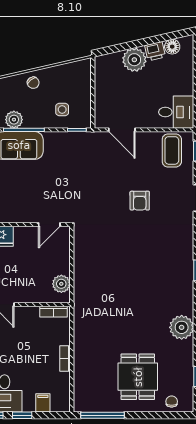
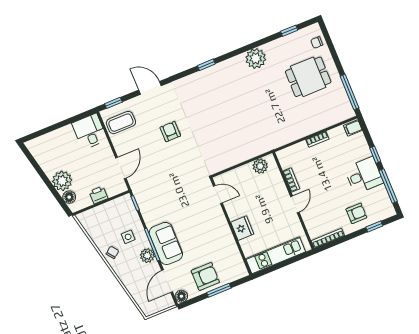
floor lamp: (172, 47) -> (69, 197), moved
printer: (155, 51) -> (98, 195), moved, turned -77
side table: (62, 109) -> (128, 237), moved
armchair: (140, 201) -> (170, 132), turned -90
bookcase: (54, 312) -> (291, 180), moved
filing cabinet: (43, 403) -> (353, 128), moved

